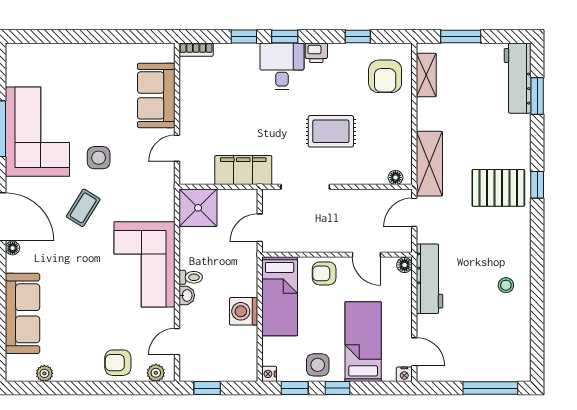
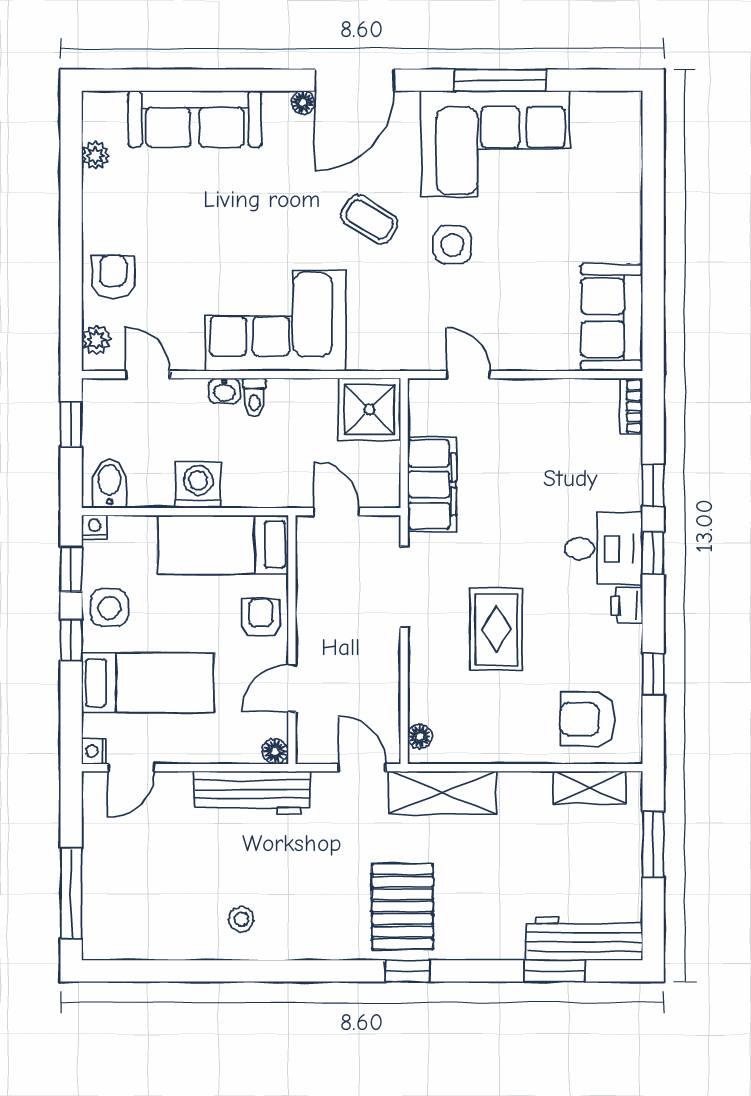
sofa: (156, 95) -> (612, 318), moved, turned -90
bidet: (243, 365) -> (109, 483), added

